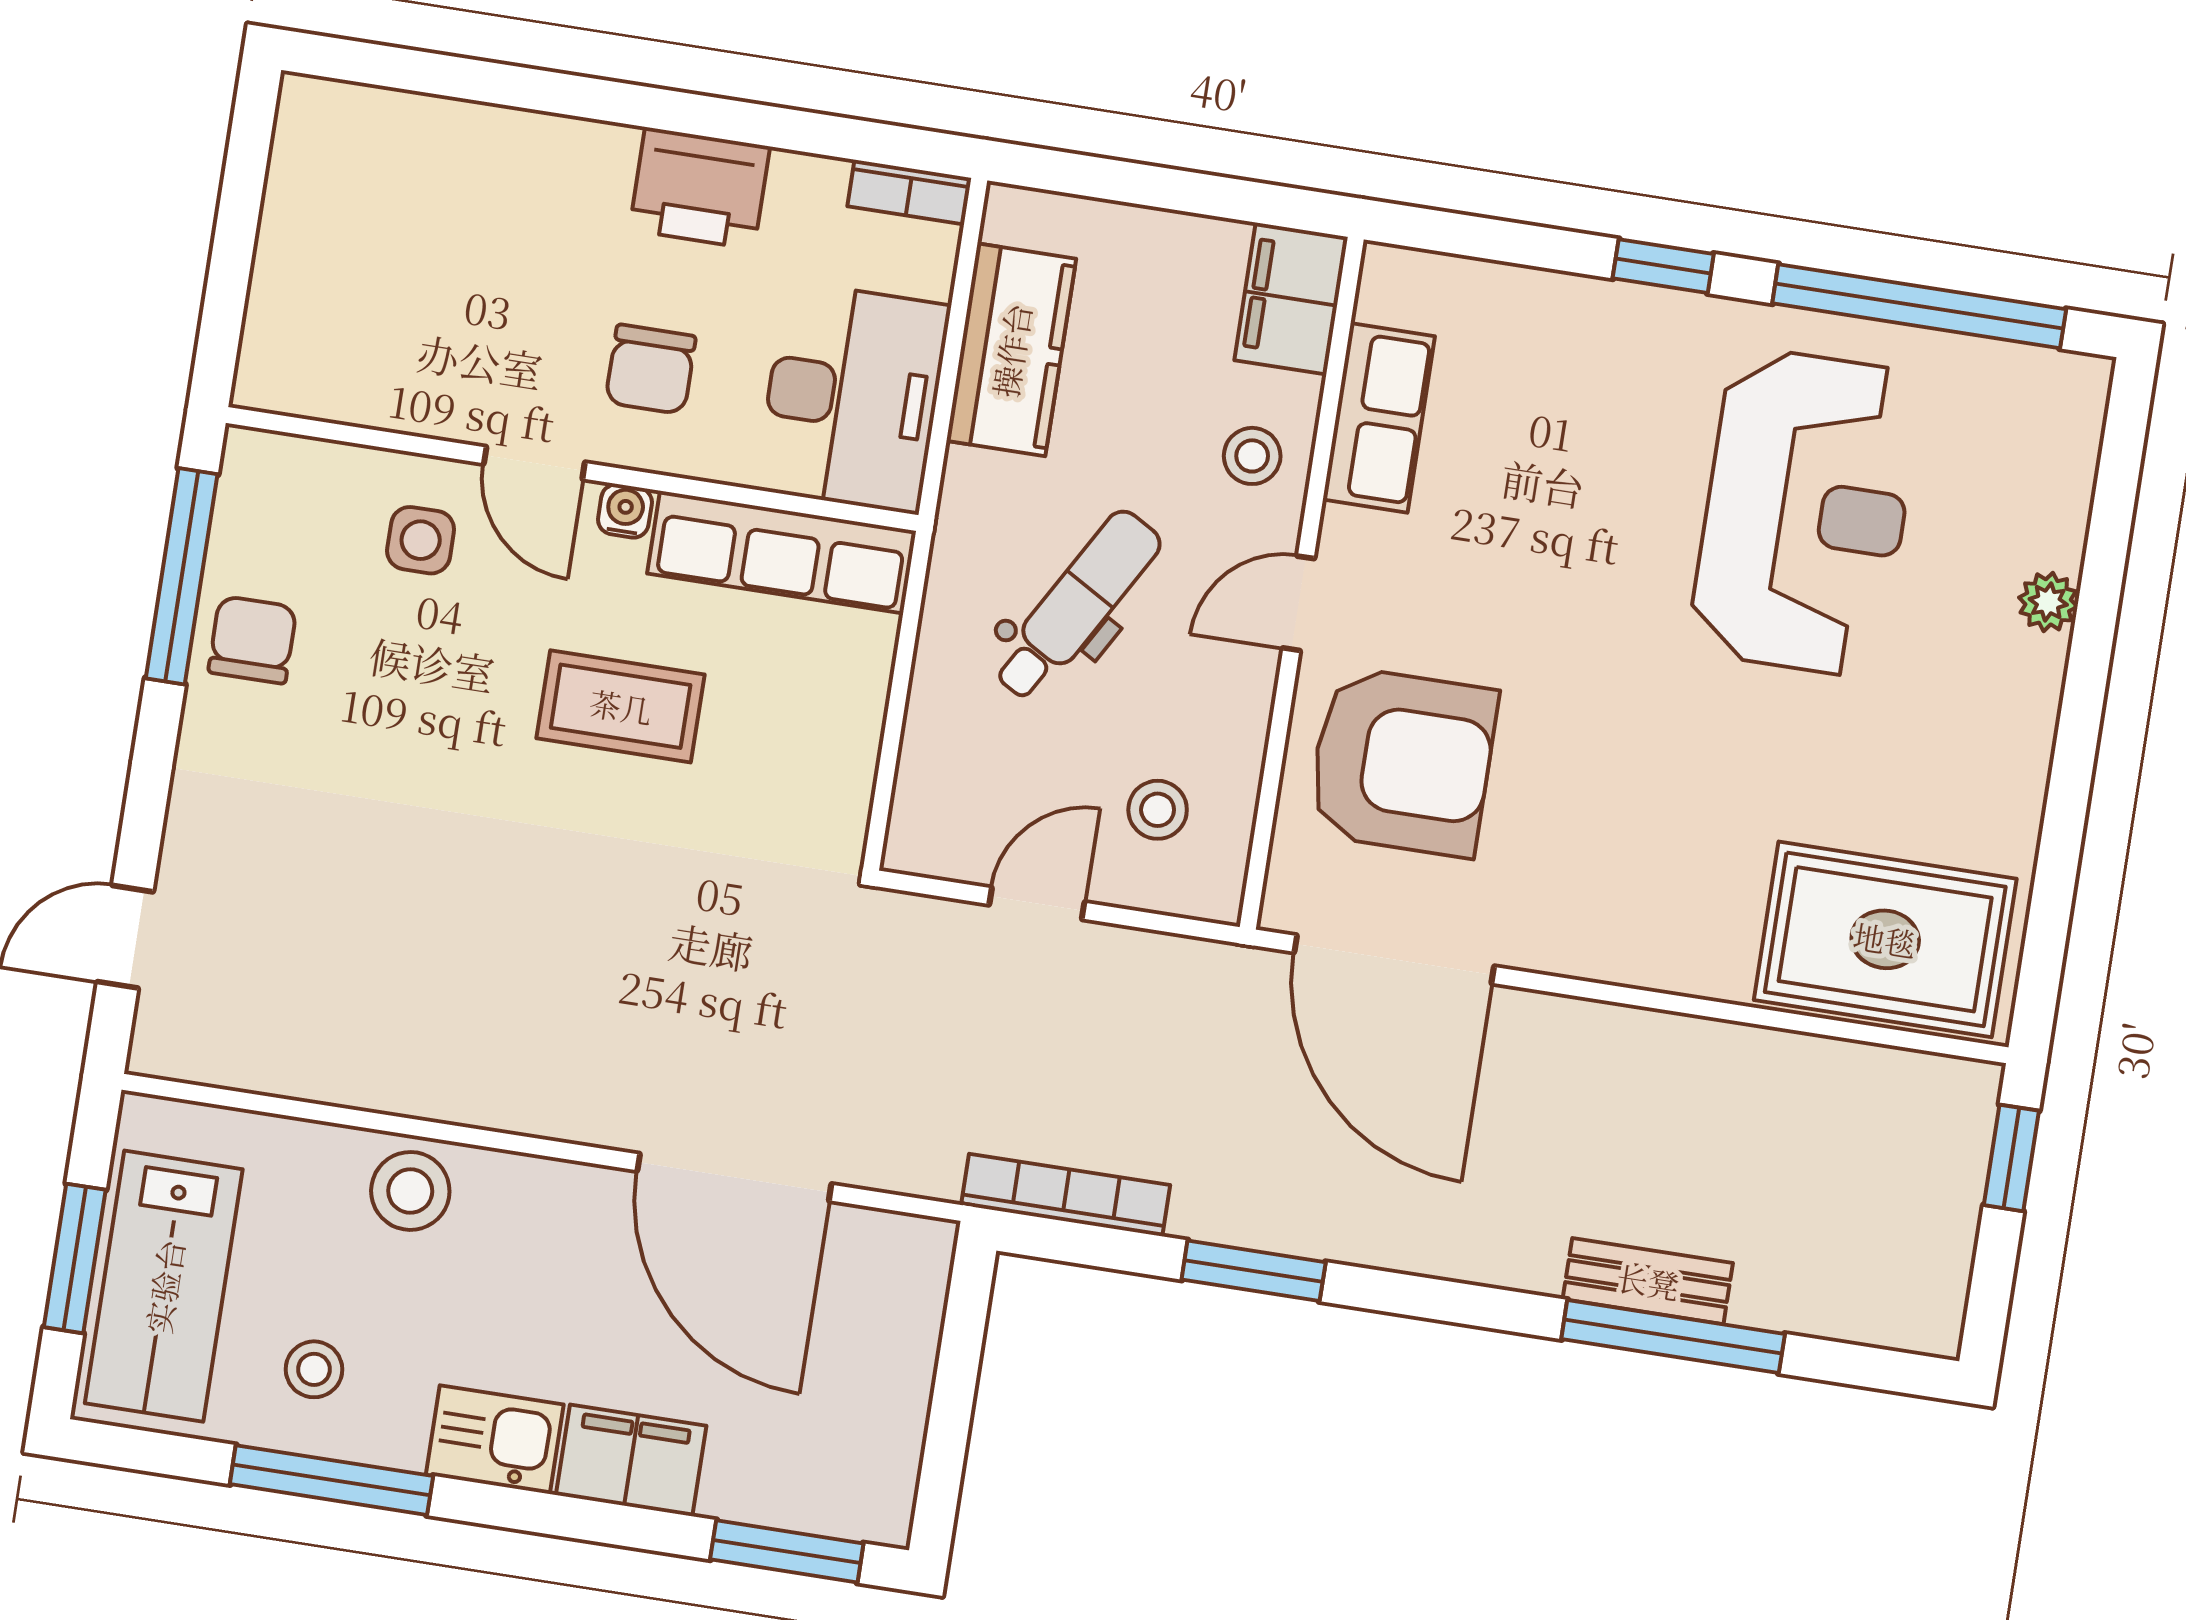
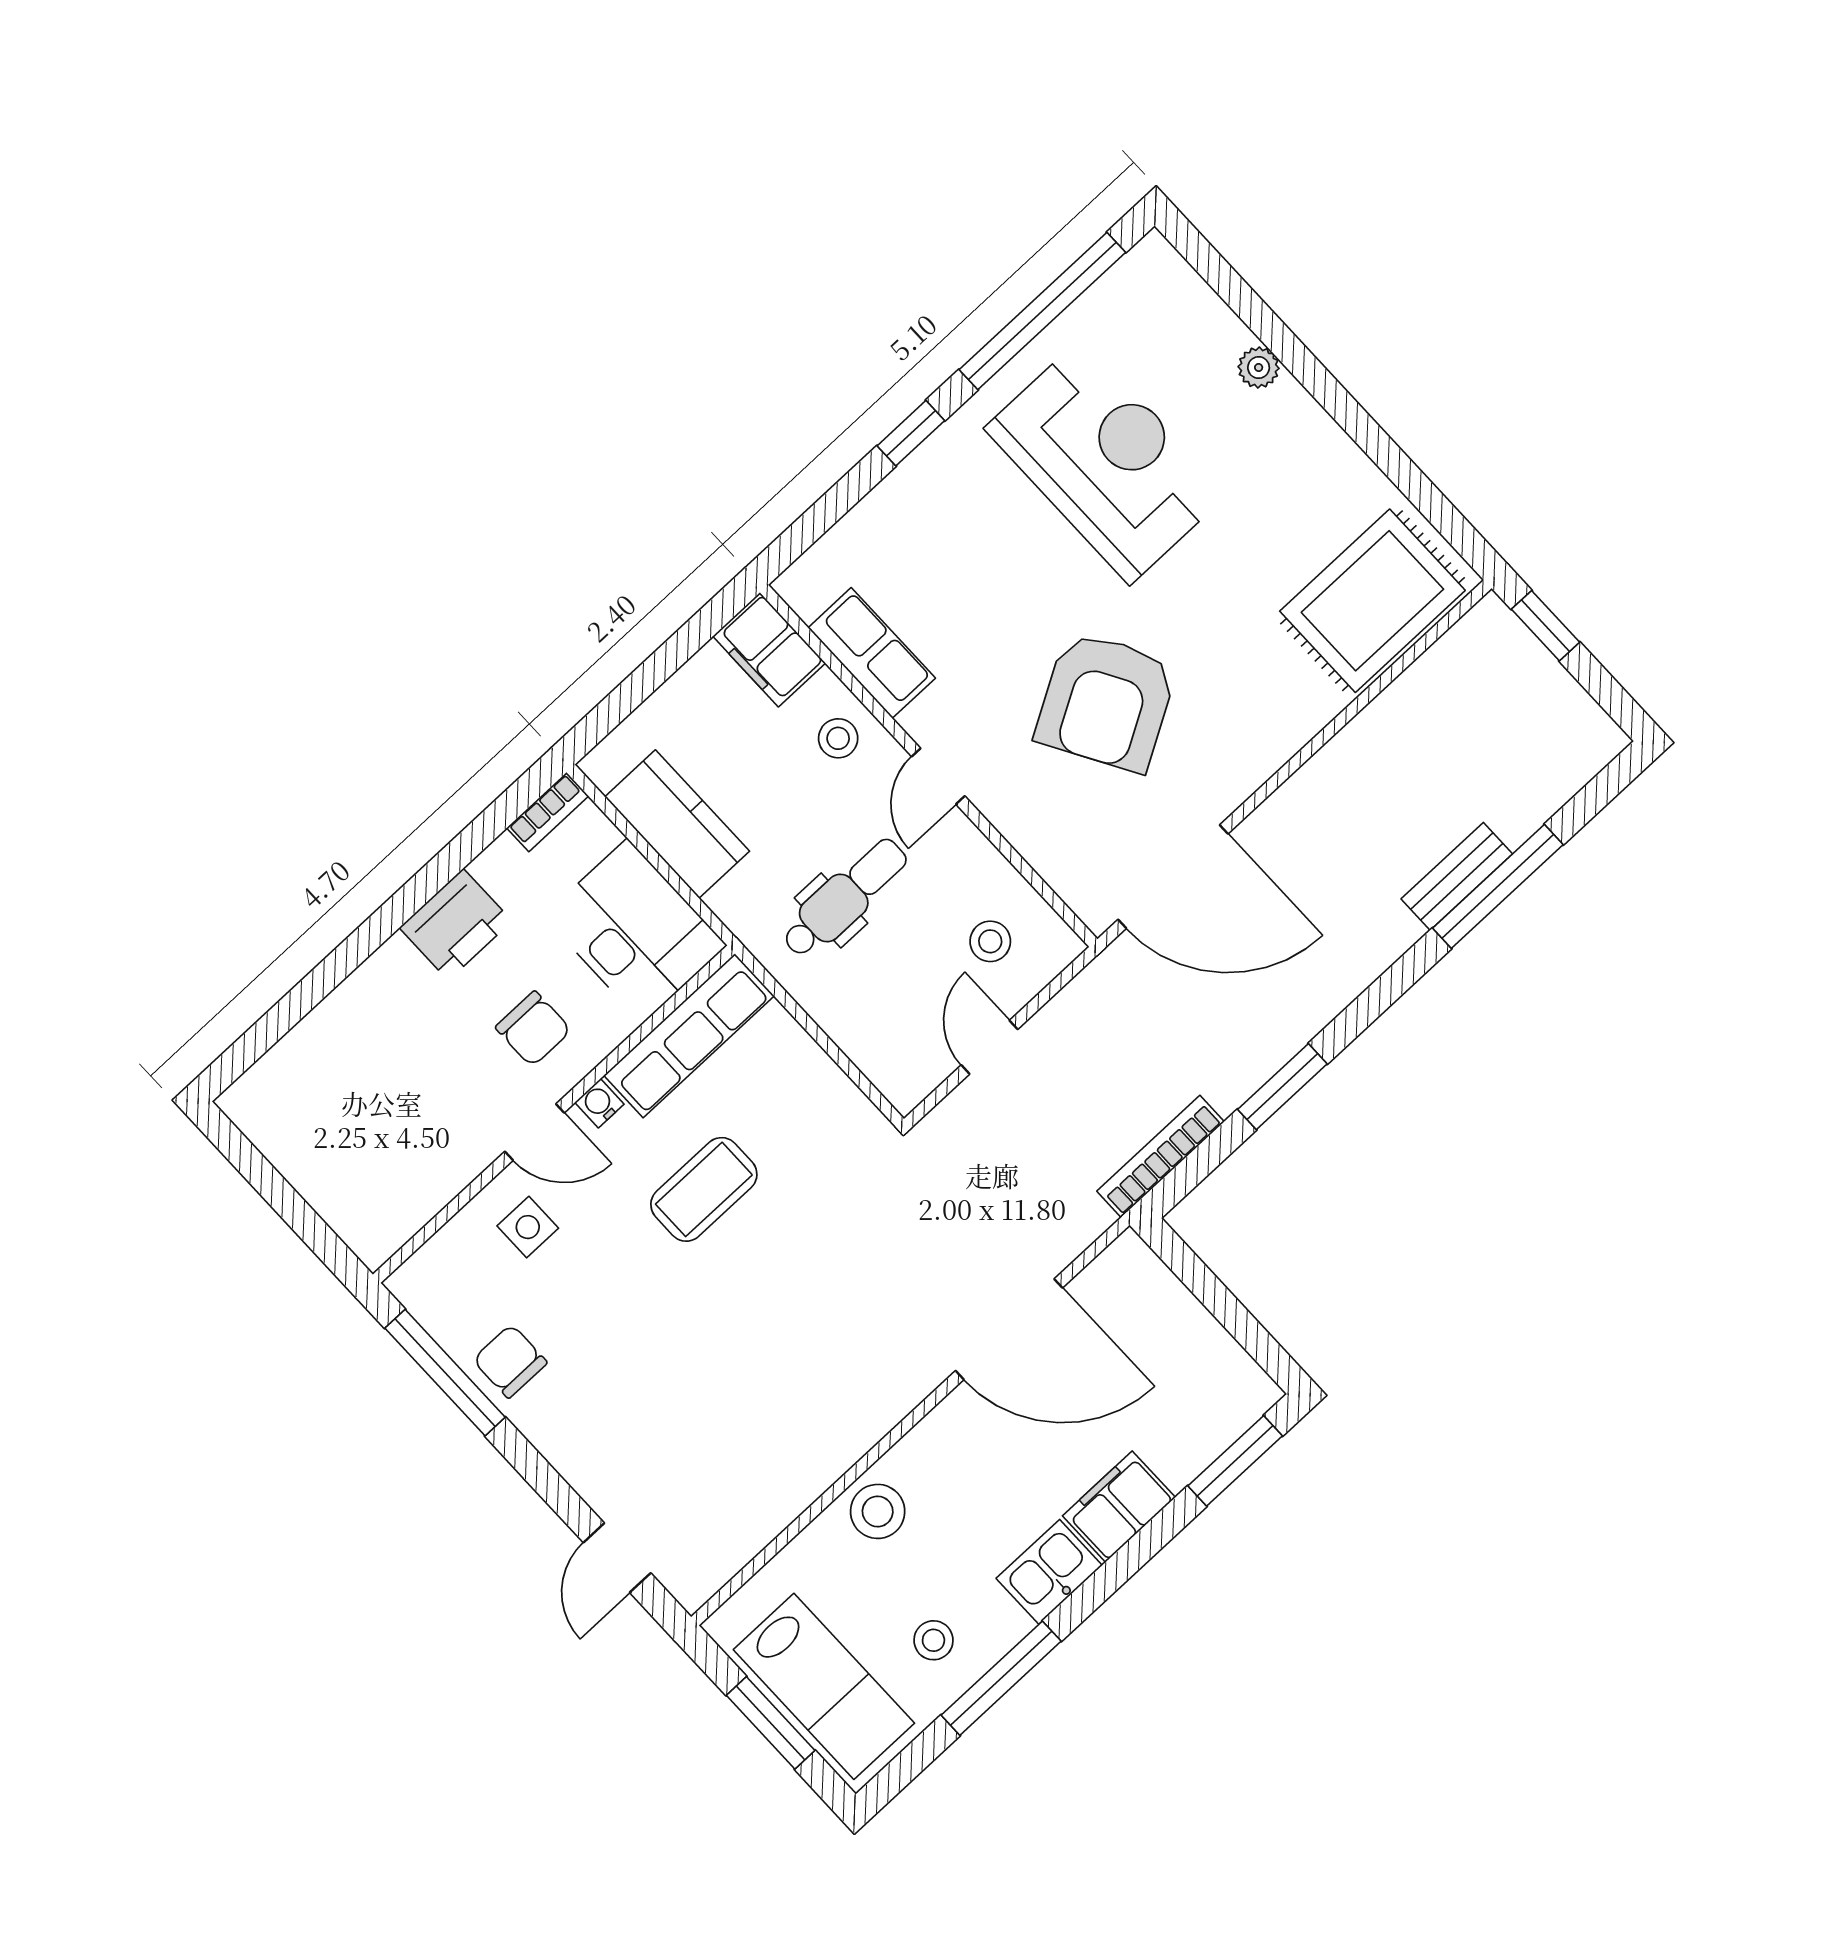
dental chair: (1077, 606) -> (845, 898), turned 60
armchair: (1402, 762) -> (1106, 701), moved, turned 150

